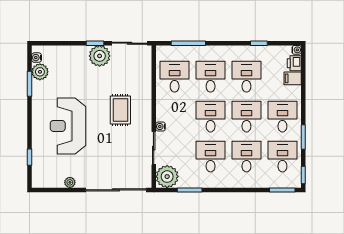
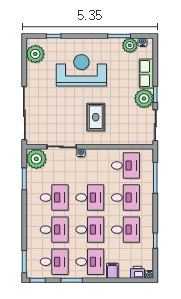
row of seats: (72, 53) -> (146, 74), added
filing cabinet: (293, 78) -> (112, 271), moved
rug: (120, 110) -> (96, 117), turned 90
plant: (70, 182) -> (35, 54), moved, width x1.87, depth x1.87

